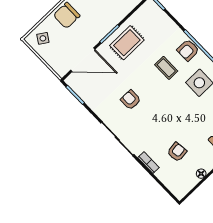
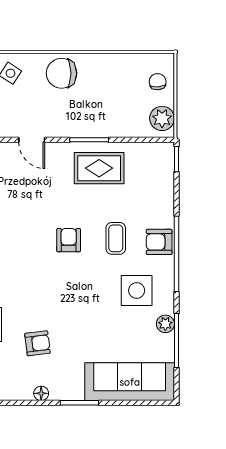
door: (83, 60) -> (32, 140), width x0.53
armchair: (131, 100) -> (69, 240), moved

